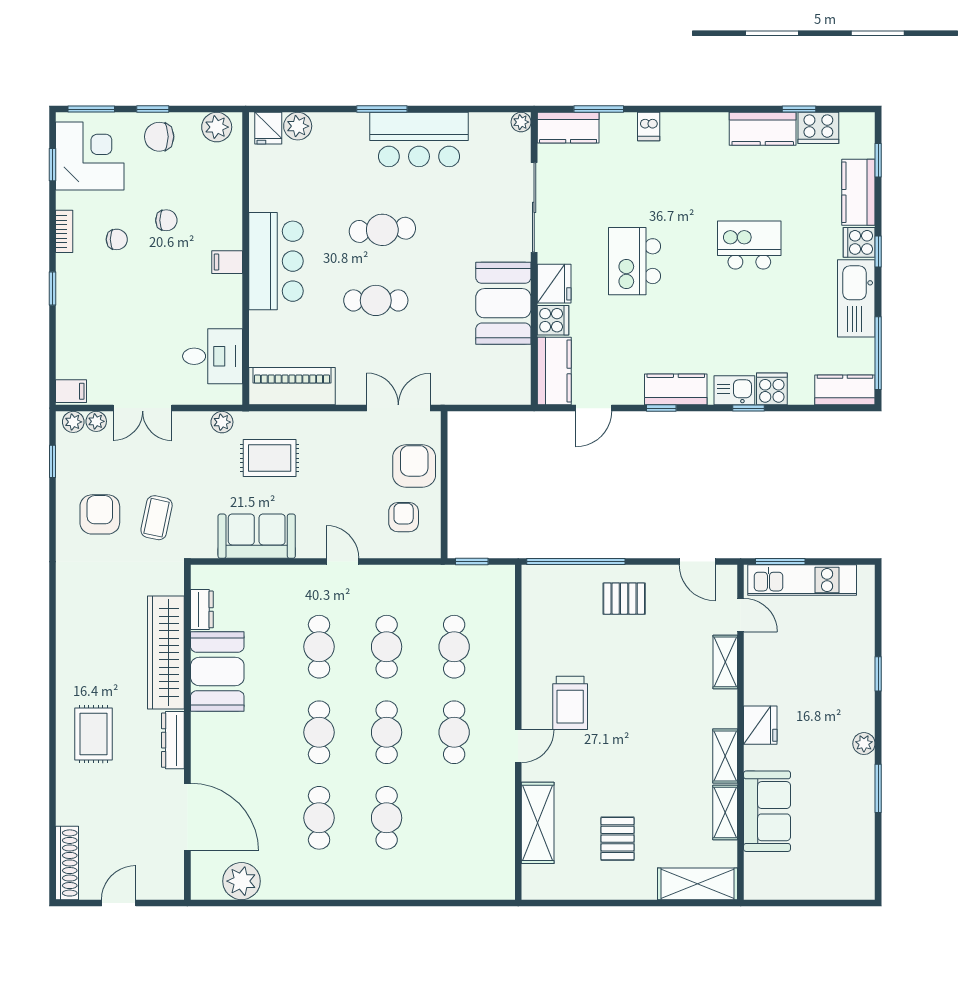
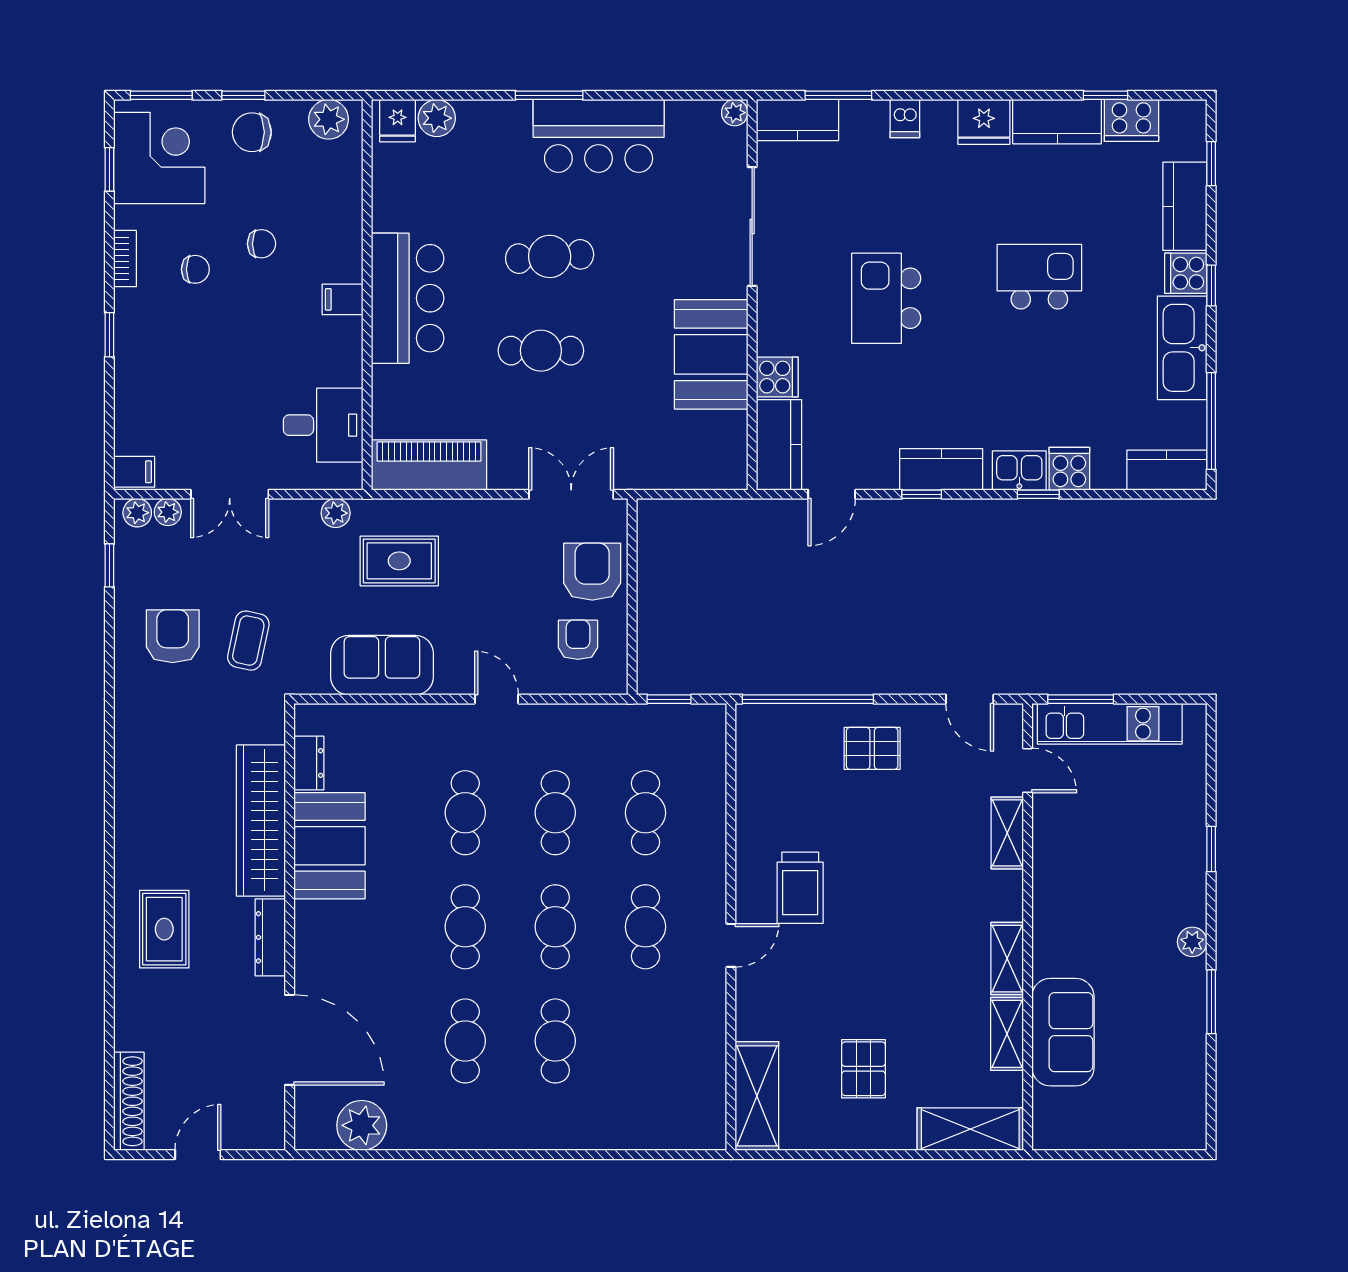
fridge: (554, 284) -> (984, 122), moved, turned 90
fridge: (760, 725) -> (1054, 917), removed
shelving: (538, 823) -> (757, 1096), moved

